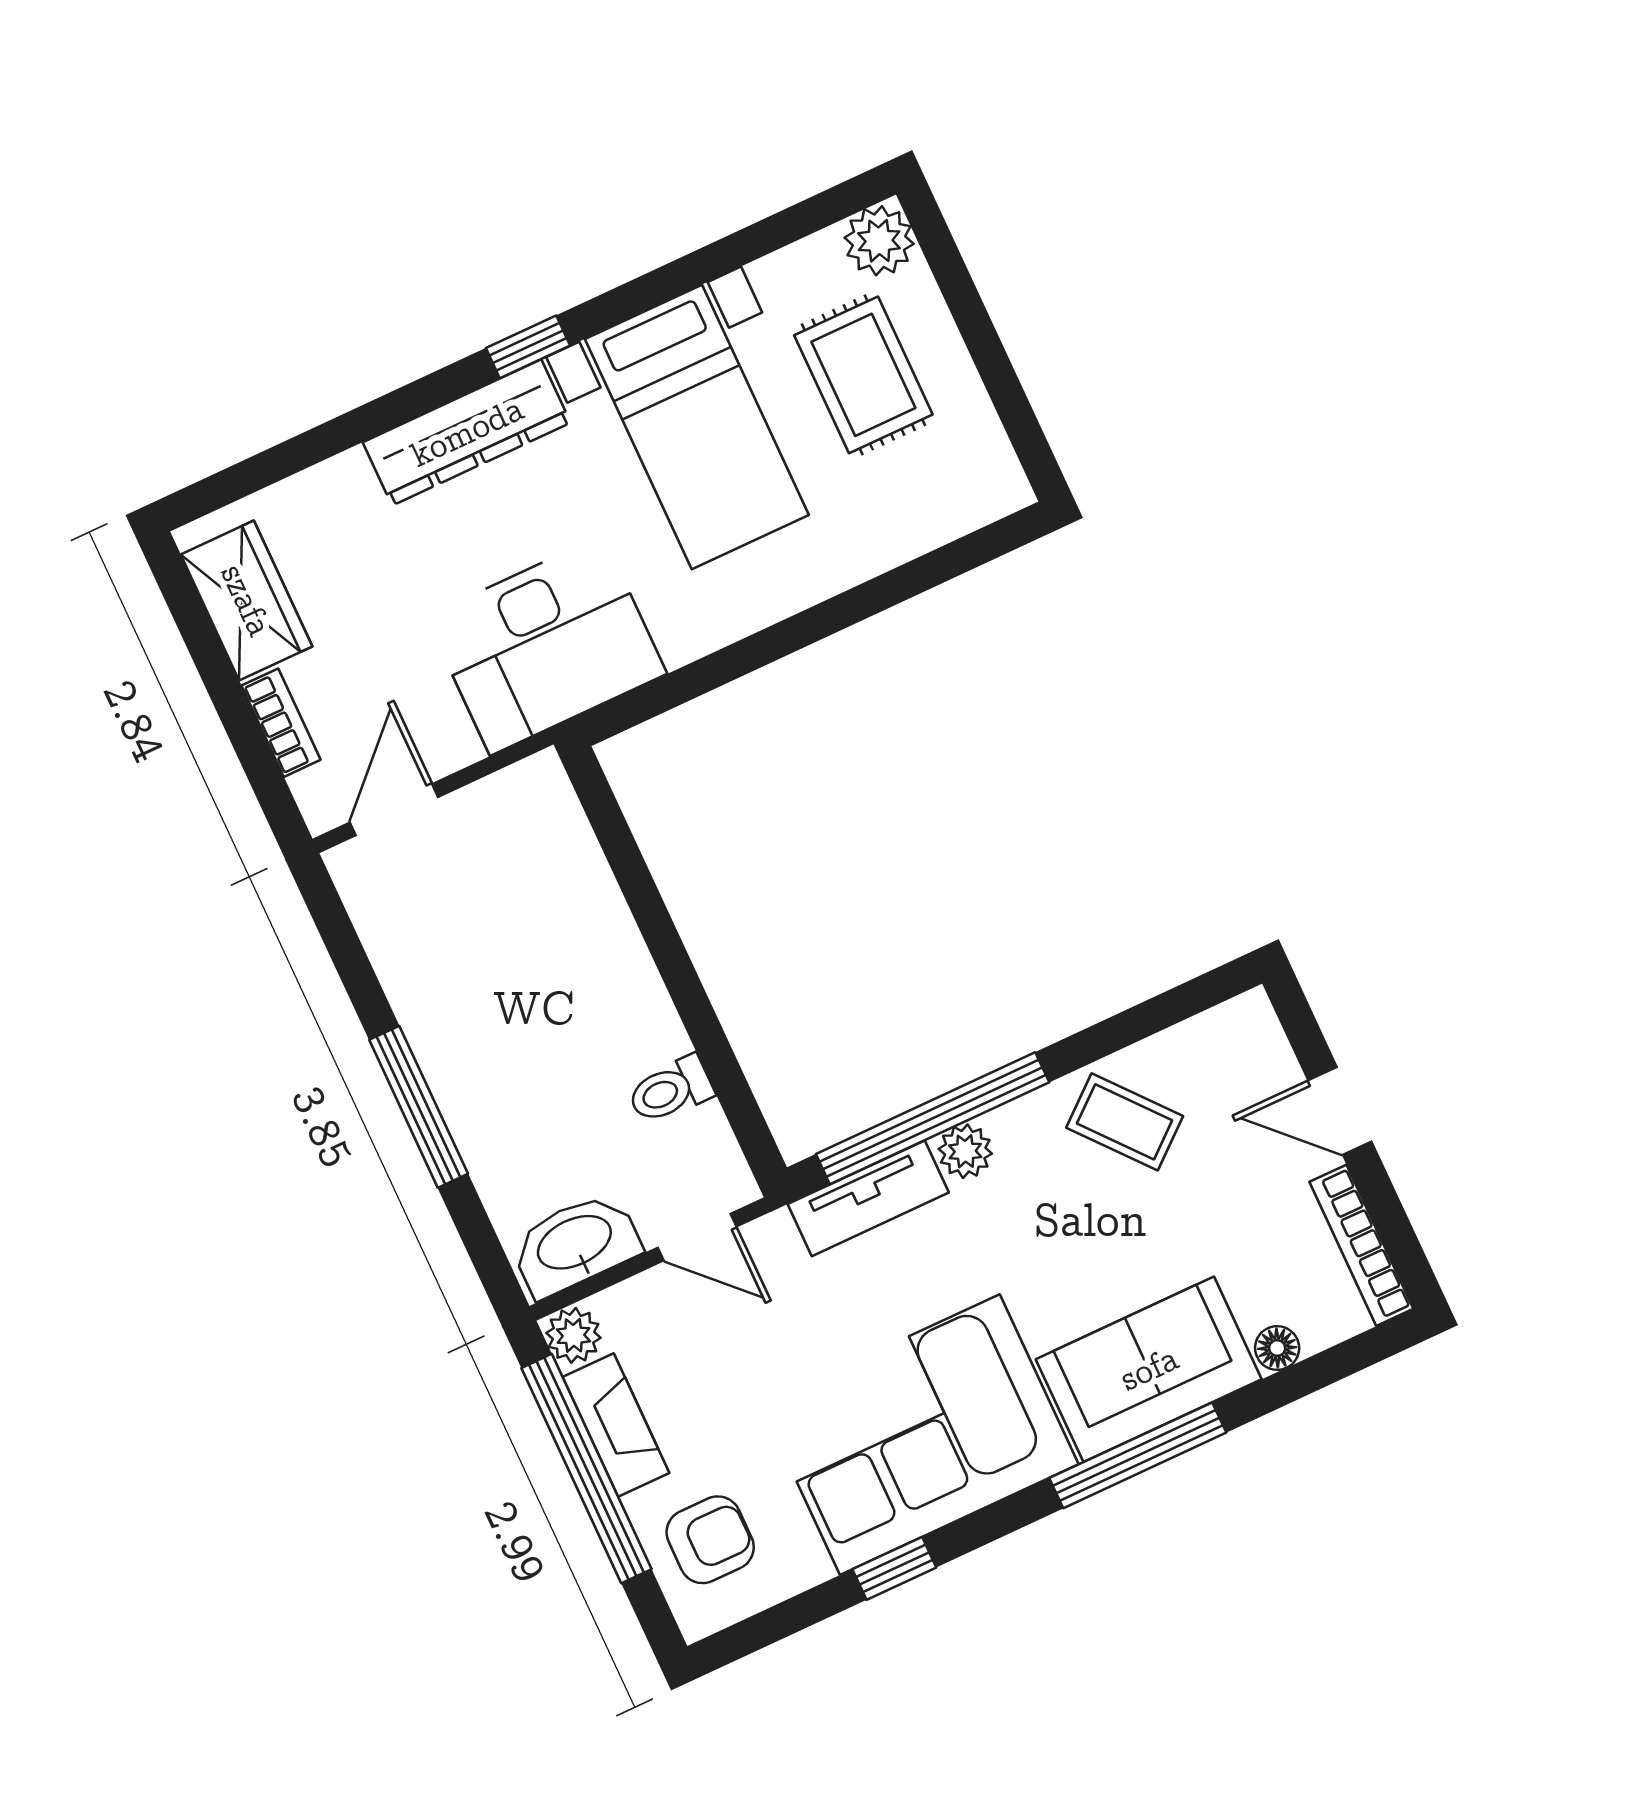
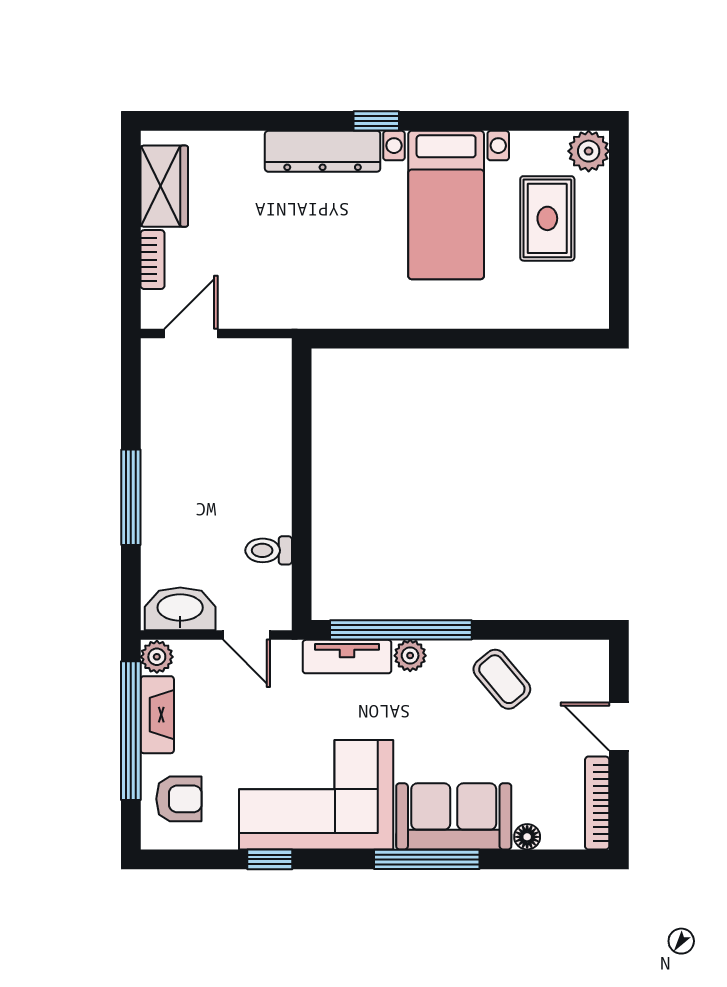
desk: (546, 645) -> (312, 284), removed

